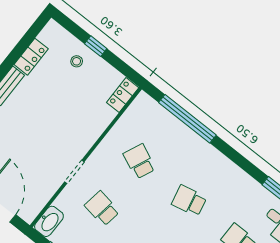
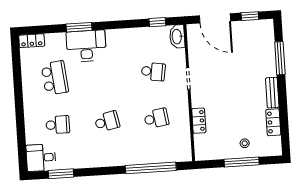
window: (96, 46) -> (242, 162), width x2.17
locker: (123, 95) -> (199, 121), moved
school desk: (139, 161) -> (156, 118), turned -33

